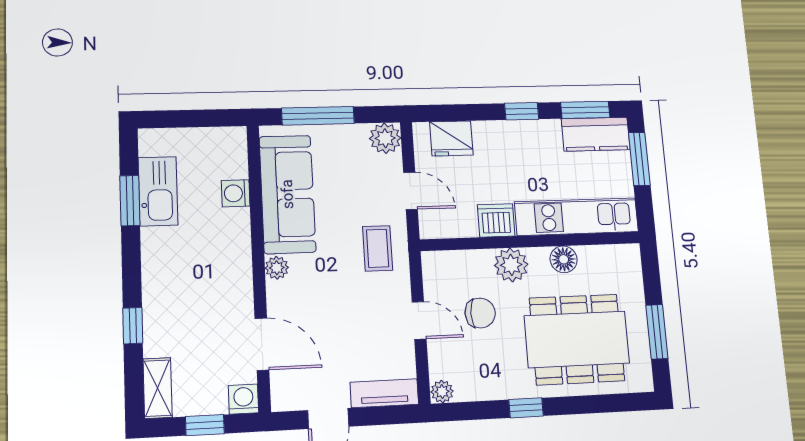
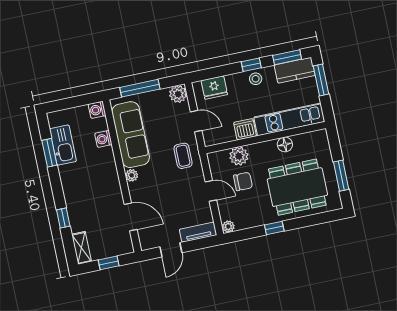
stool: (526, 136) -> (256, 79), added
plant: (511, 265) -> (239, 156), moved
washing machine: (243, 399) -> (97, 110), moved, turned -90

